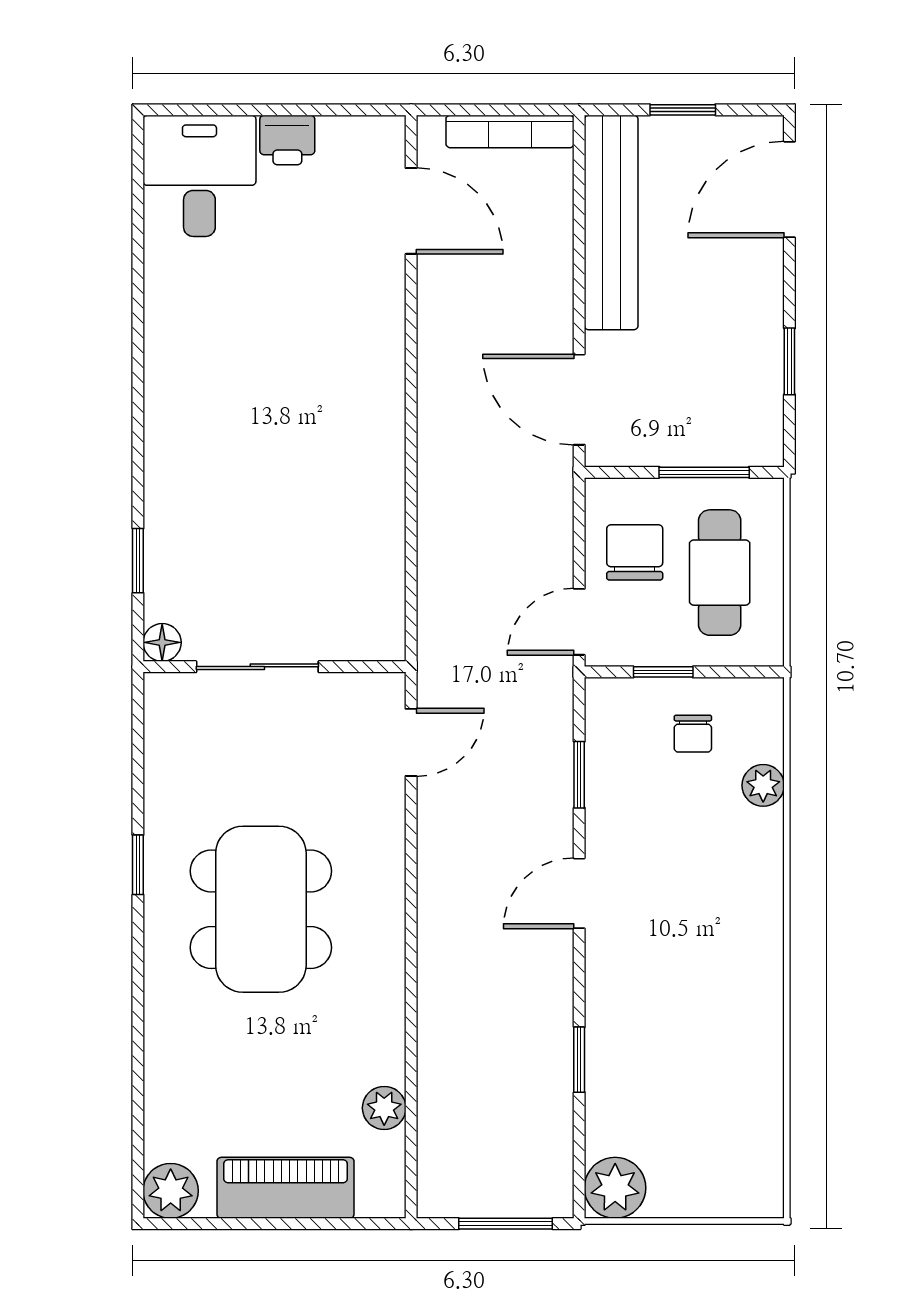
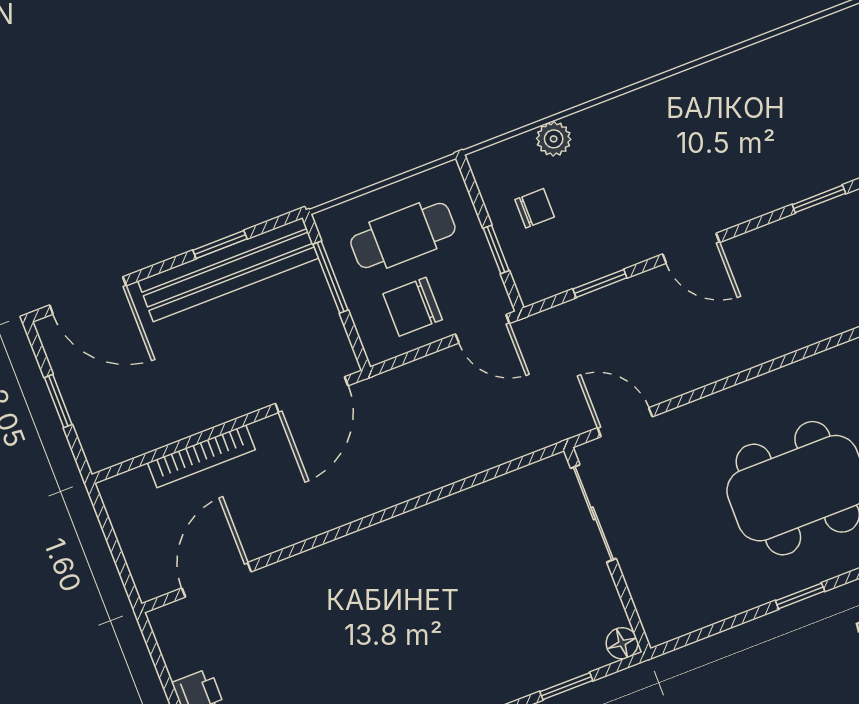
bookcase: (510, 131) -> (201, 456), moved, turned 90
bench: (611, 223) -> (228, 270), moved
sliding door: (257, 667) -> (593, 513), moved

